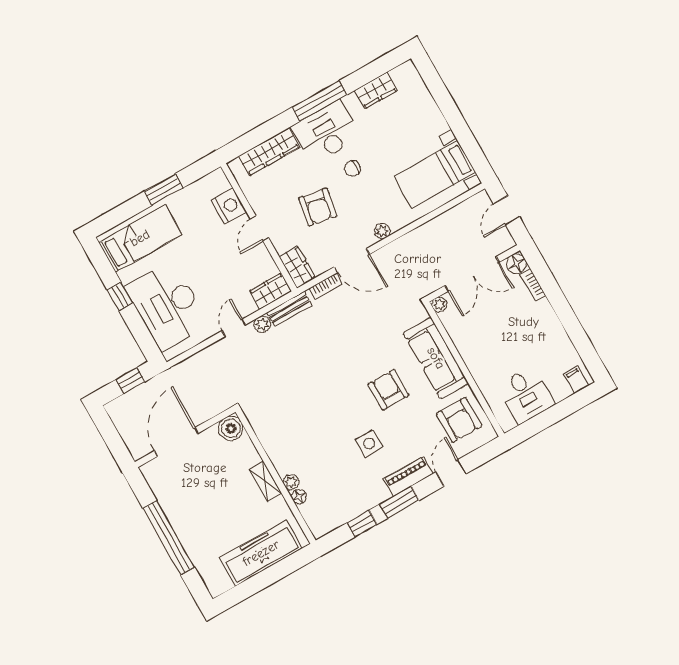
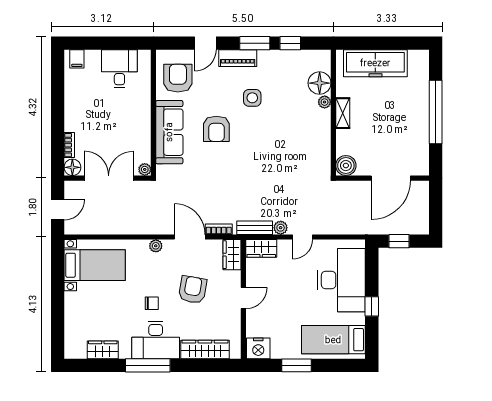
nightstand: (229, 206) -> (258, 348), moved, turned -90
floor lamp: (299, 497) -> (320, 83), width x1.89, depth x1.89

